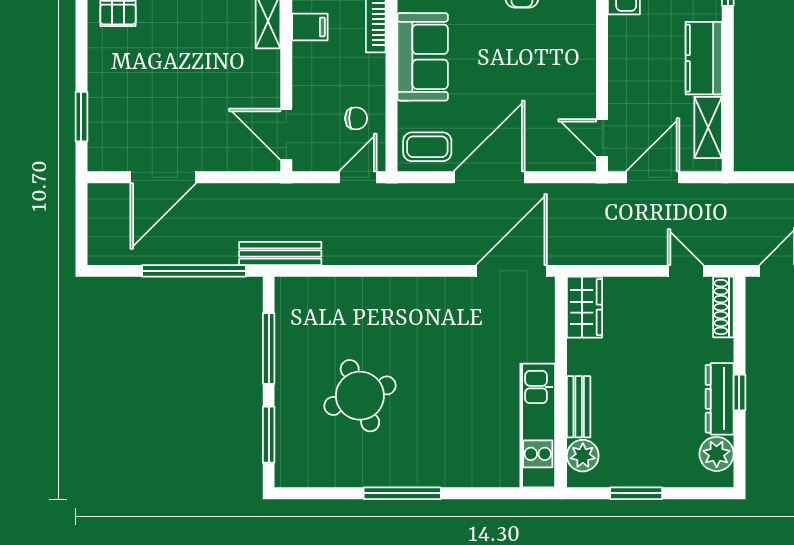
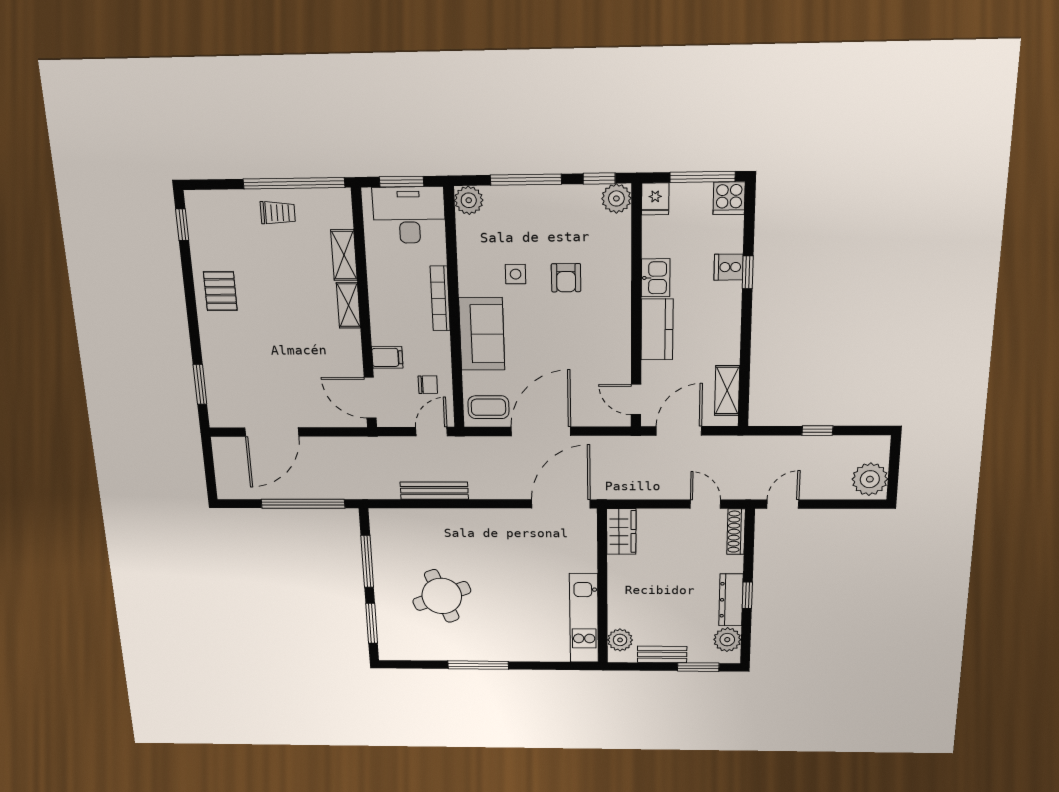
filing cabinet: (310, 27) -> (387, 357), moved
kitchen counter: (704, 58) -> (657, 329), moved, turned 180
bench: (280, 254) -> (434, 491), moved
bench: (579, 407) -> (662, 654), moved, turned 90
window: (636, 493) -> (698, 667), moved

